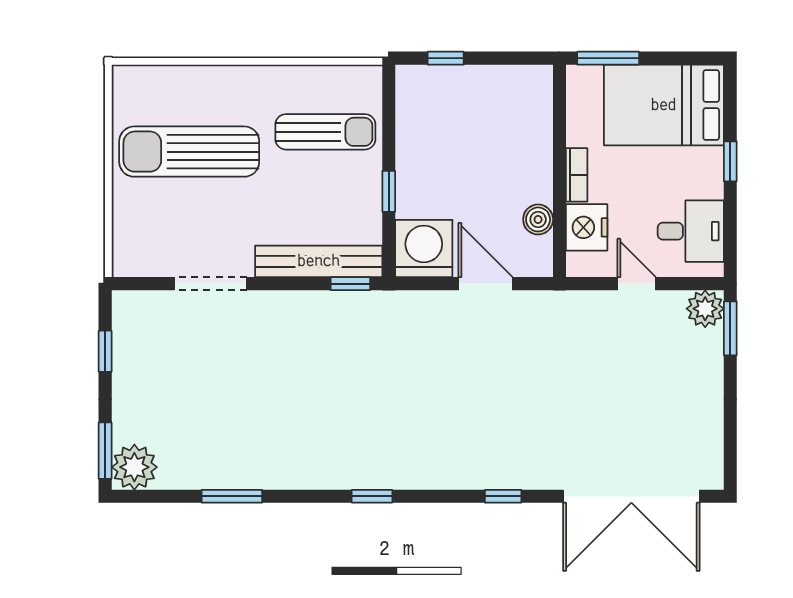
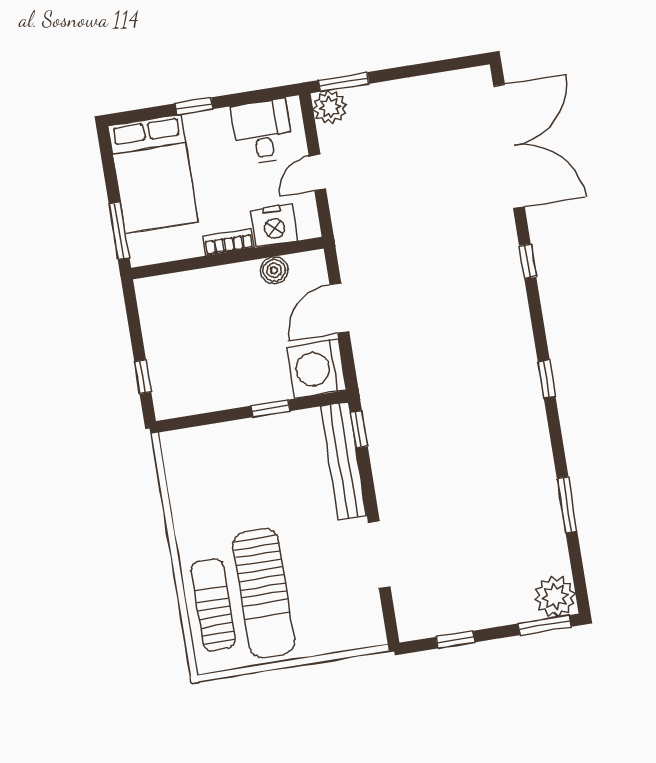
sun lounger: (325, 132) -> (213, 605), moved

